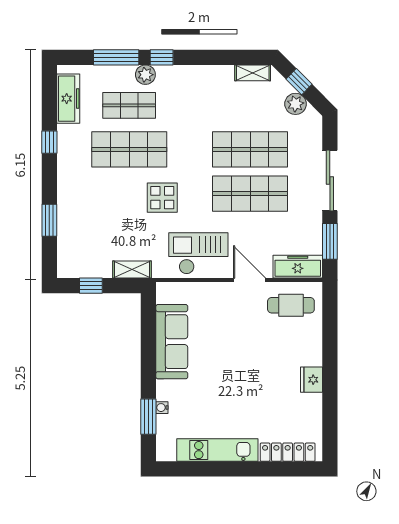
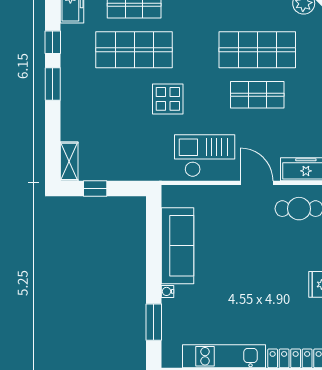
shop shelf: (250, 194) -> (257, 95), width x0.70, depth x0.74
window: (49, 220) -> (53, 84), moved
shelving: (132, 269) -> (69, 161), moved, turned 90
water cooler: (162, 408) -> (168, 291), moved

